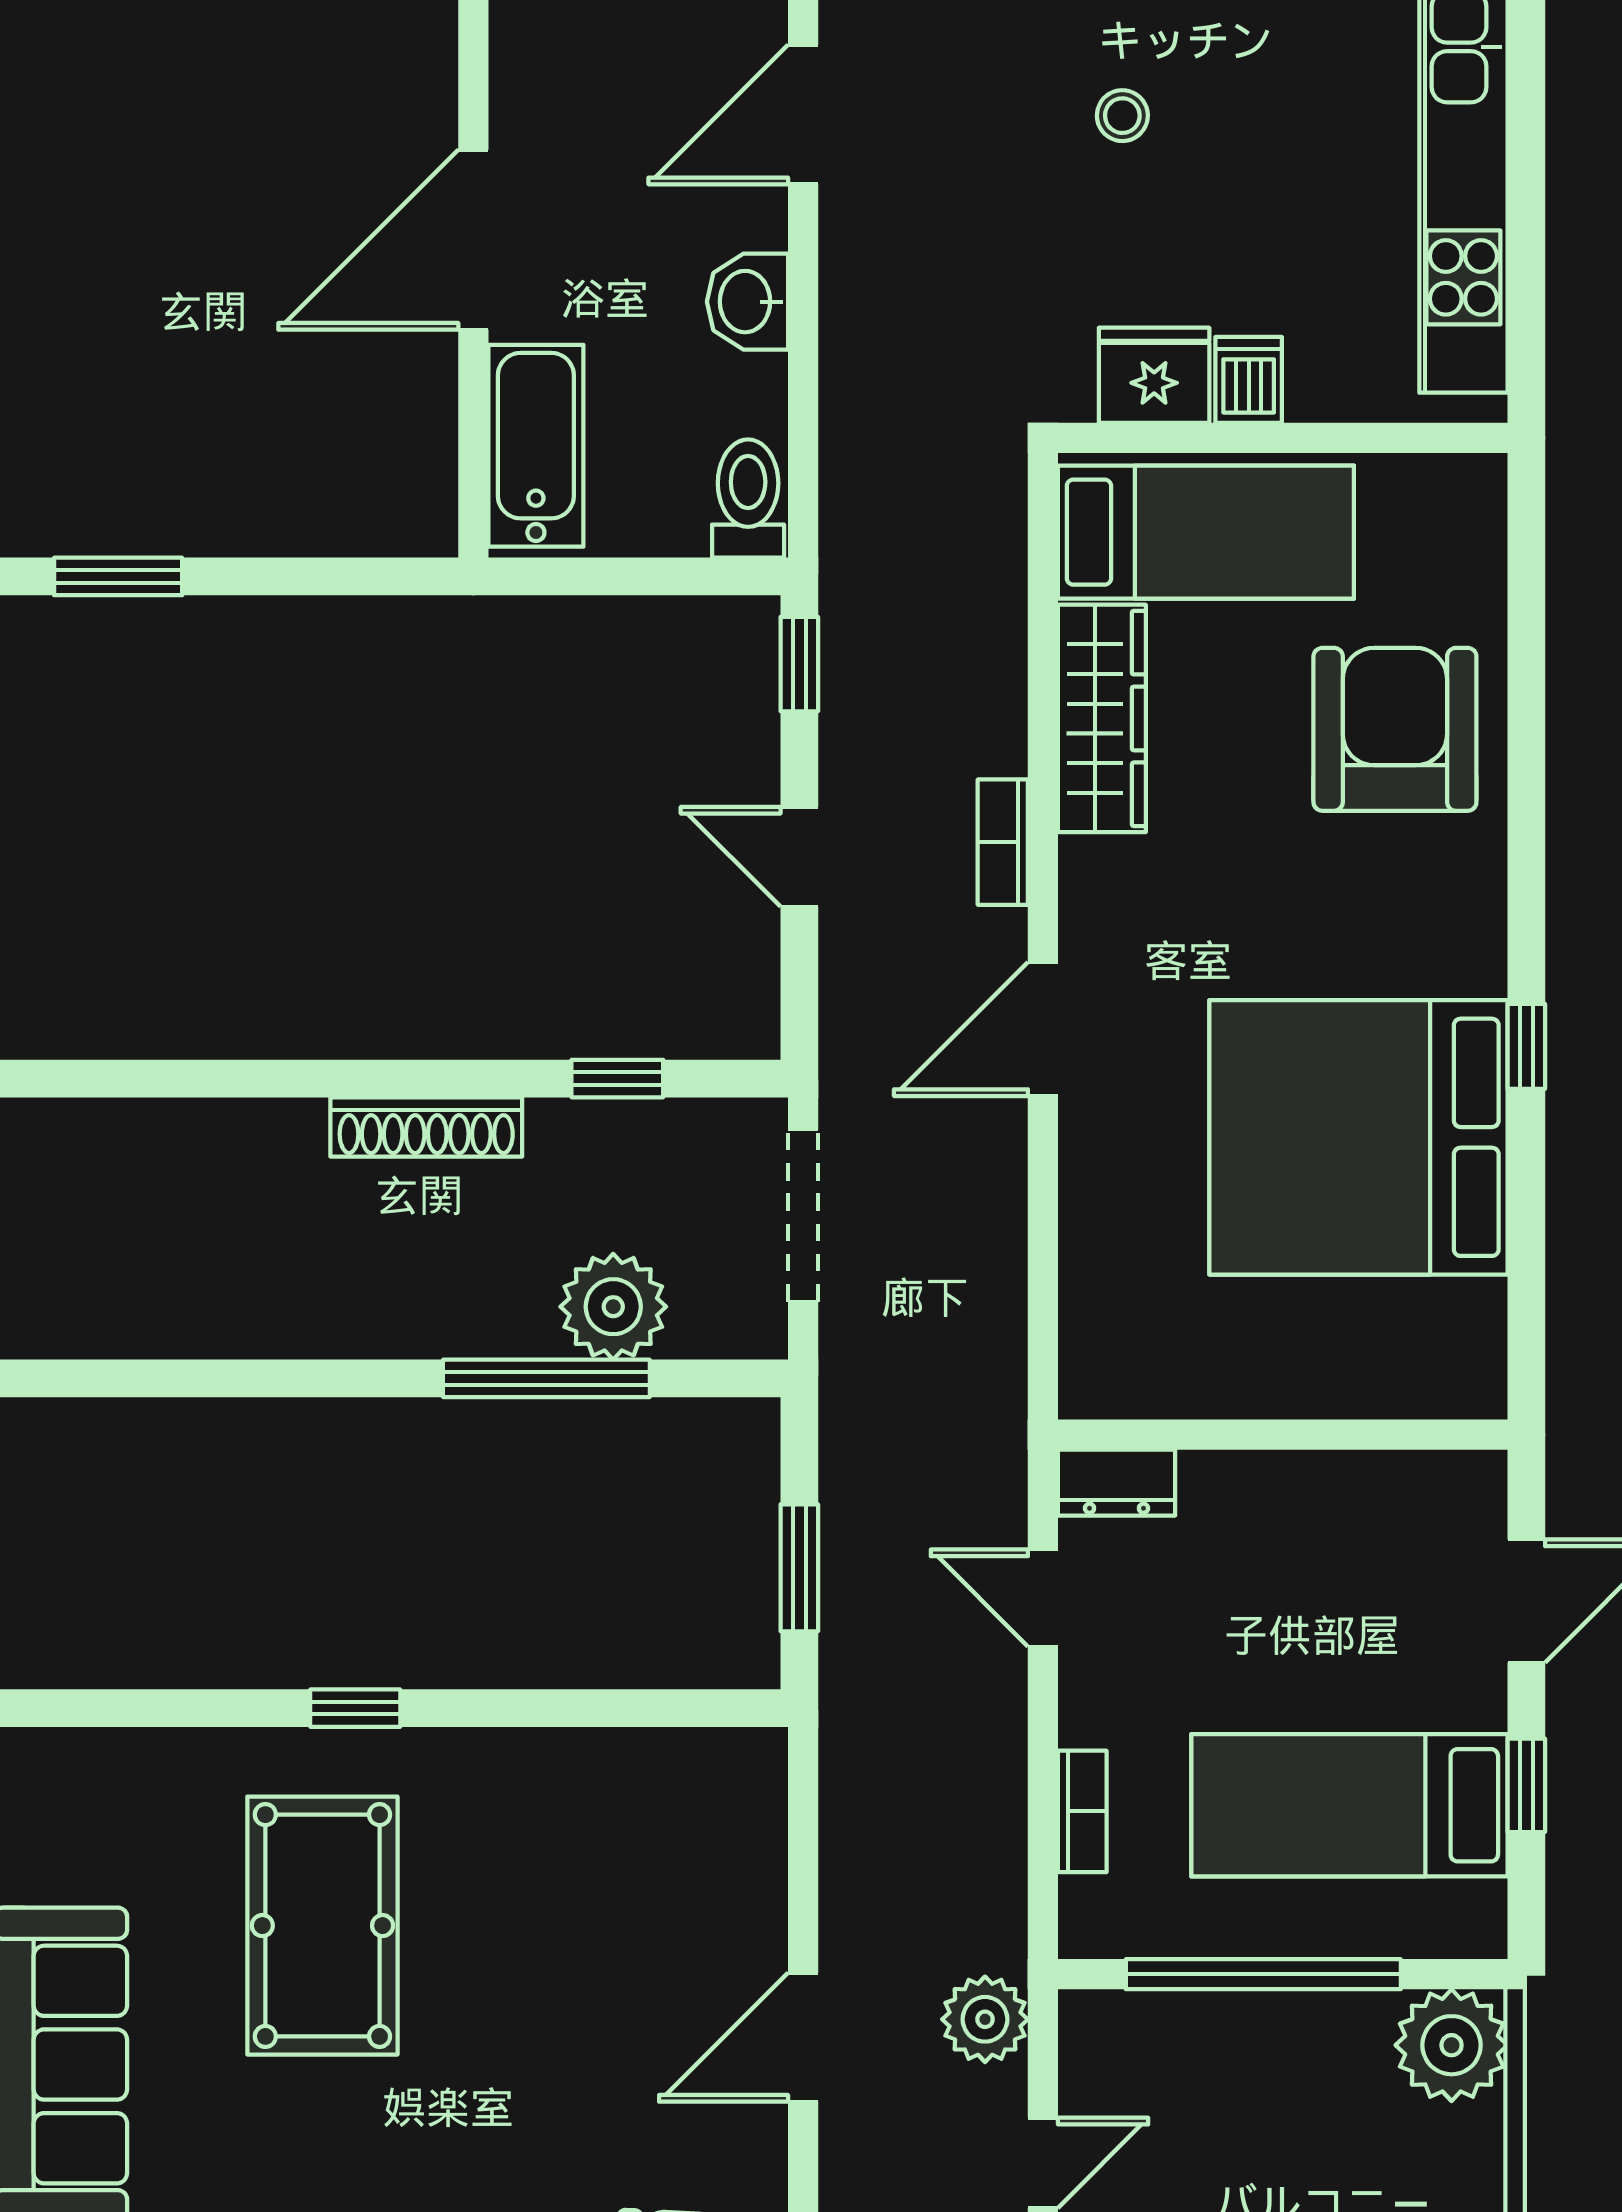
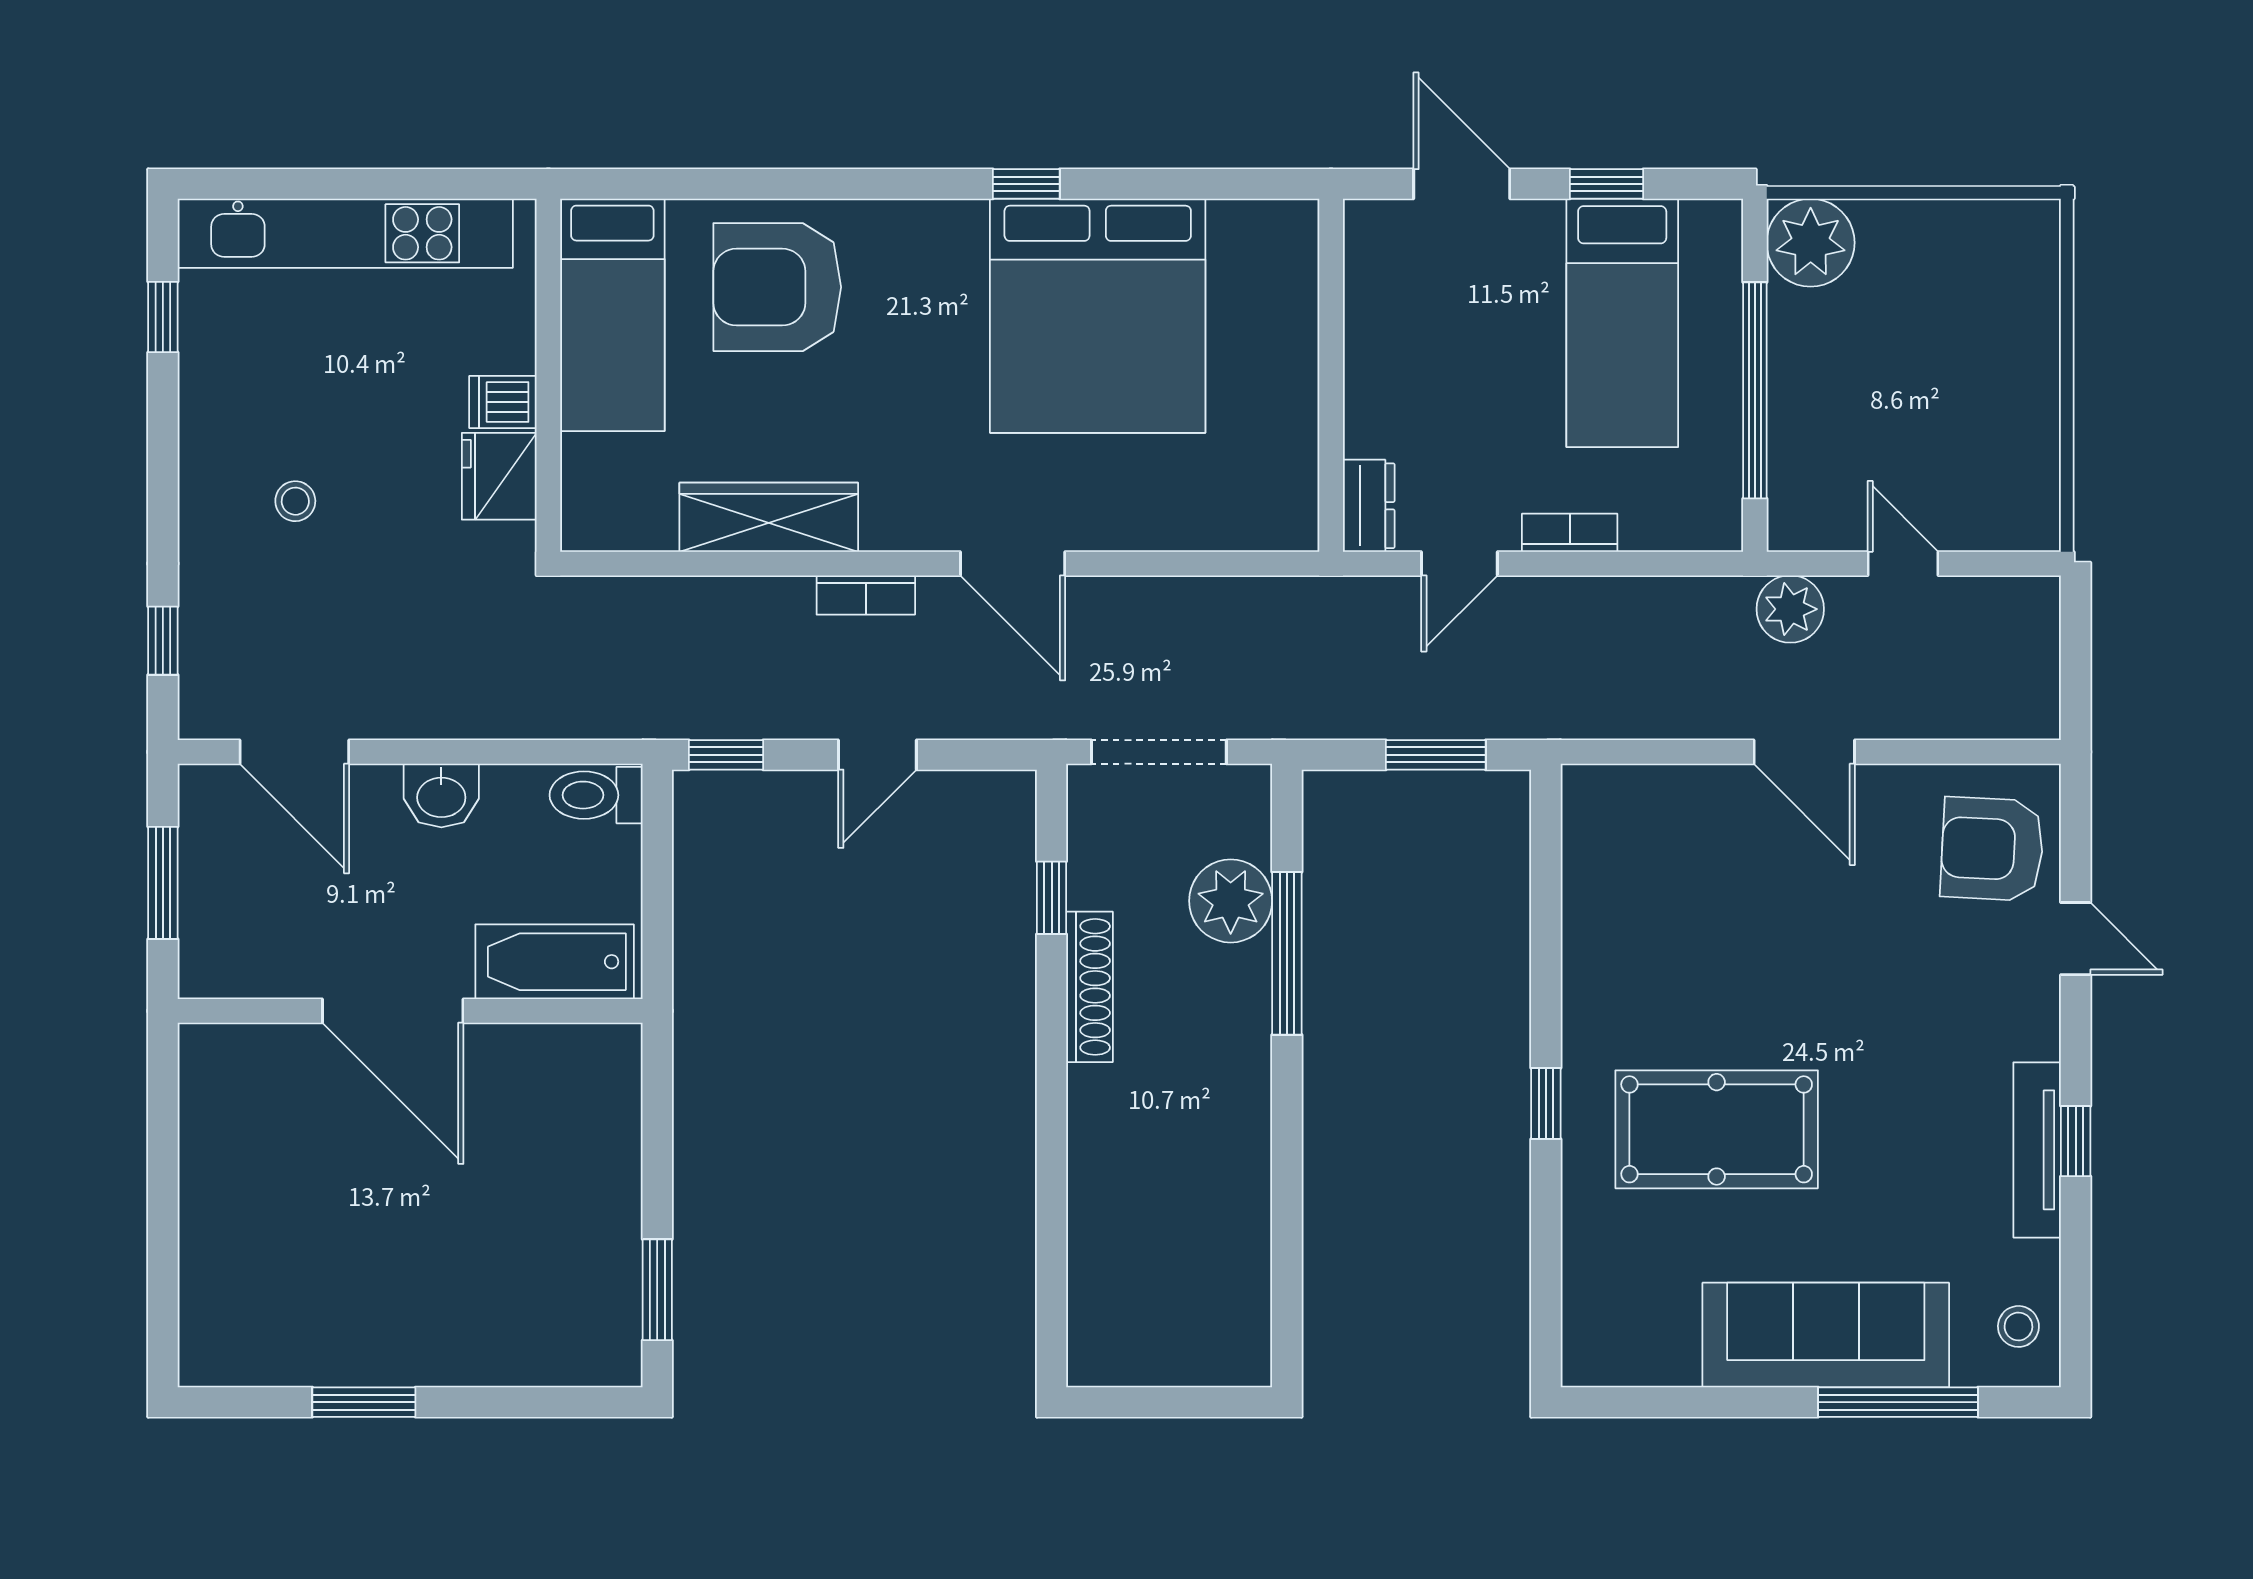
bed: (1206, 532) -> (612, 315), moved, turned 180
shoe rack: (426, 1127) -> (1089, 987), moved
bookcase: (1082, 1811) -> (1570, 533), moved

